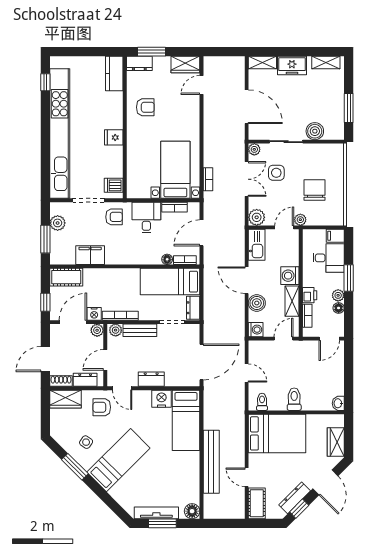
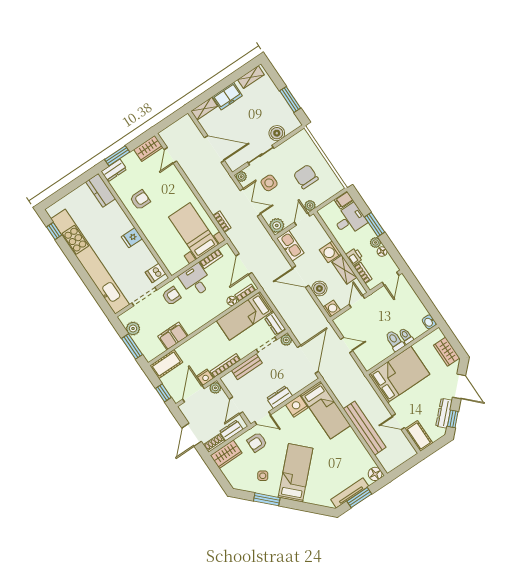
plant: (116, 330) -> (286, 340), moved
toilet: (262, 402) -> (406, 336), moved

